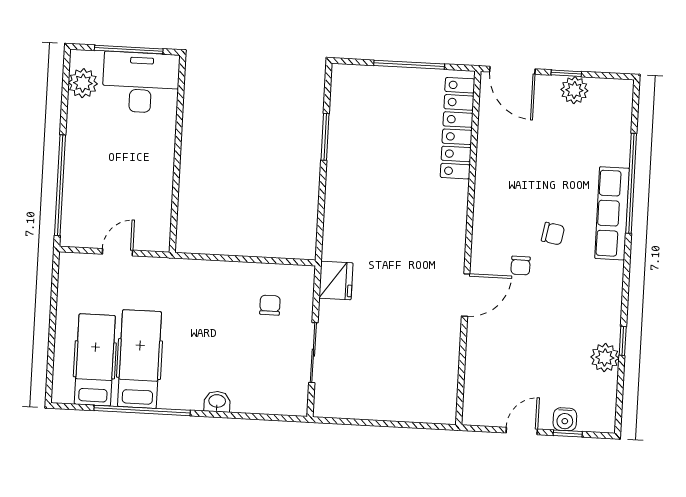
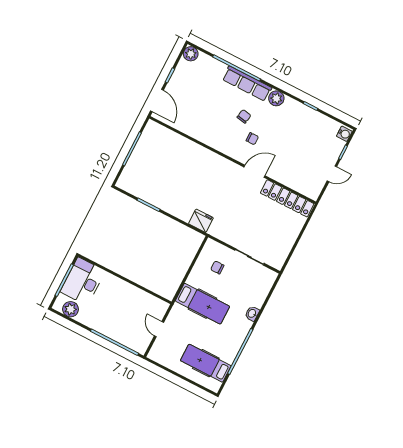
door: (512, 70) -> (157, 101), hinge flipped
plant: (574, 90) -> (191, 54), moved
locker: (458, 128) -> (287, 198), moved
fridge: (336, 280) -> (201, 221), moved
door: (466, 295) -> (255, 171), hinge flipped
plant: (605, 358) -> (276, 98), moved
hospital bed: (139, 359) -> (202, 304), moved, turned 180
water cooler: (565, 419) -> (344, 134), moved
door: (522, 431) -> (332, 174), swing flipped

